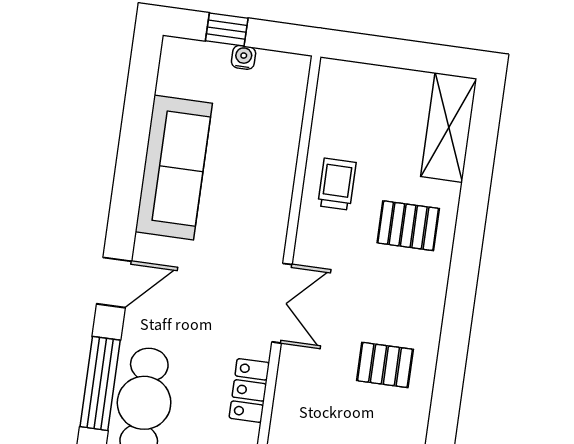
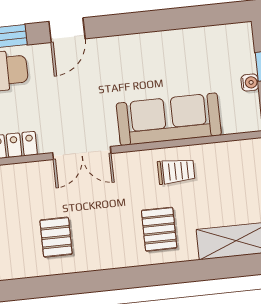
sofa: (174, 168) -> (169, 119), moved, turned 180
door: (114, 283) -> (67, 30), hinge flipped

